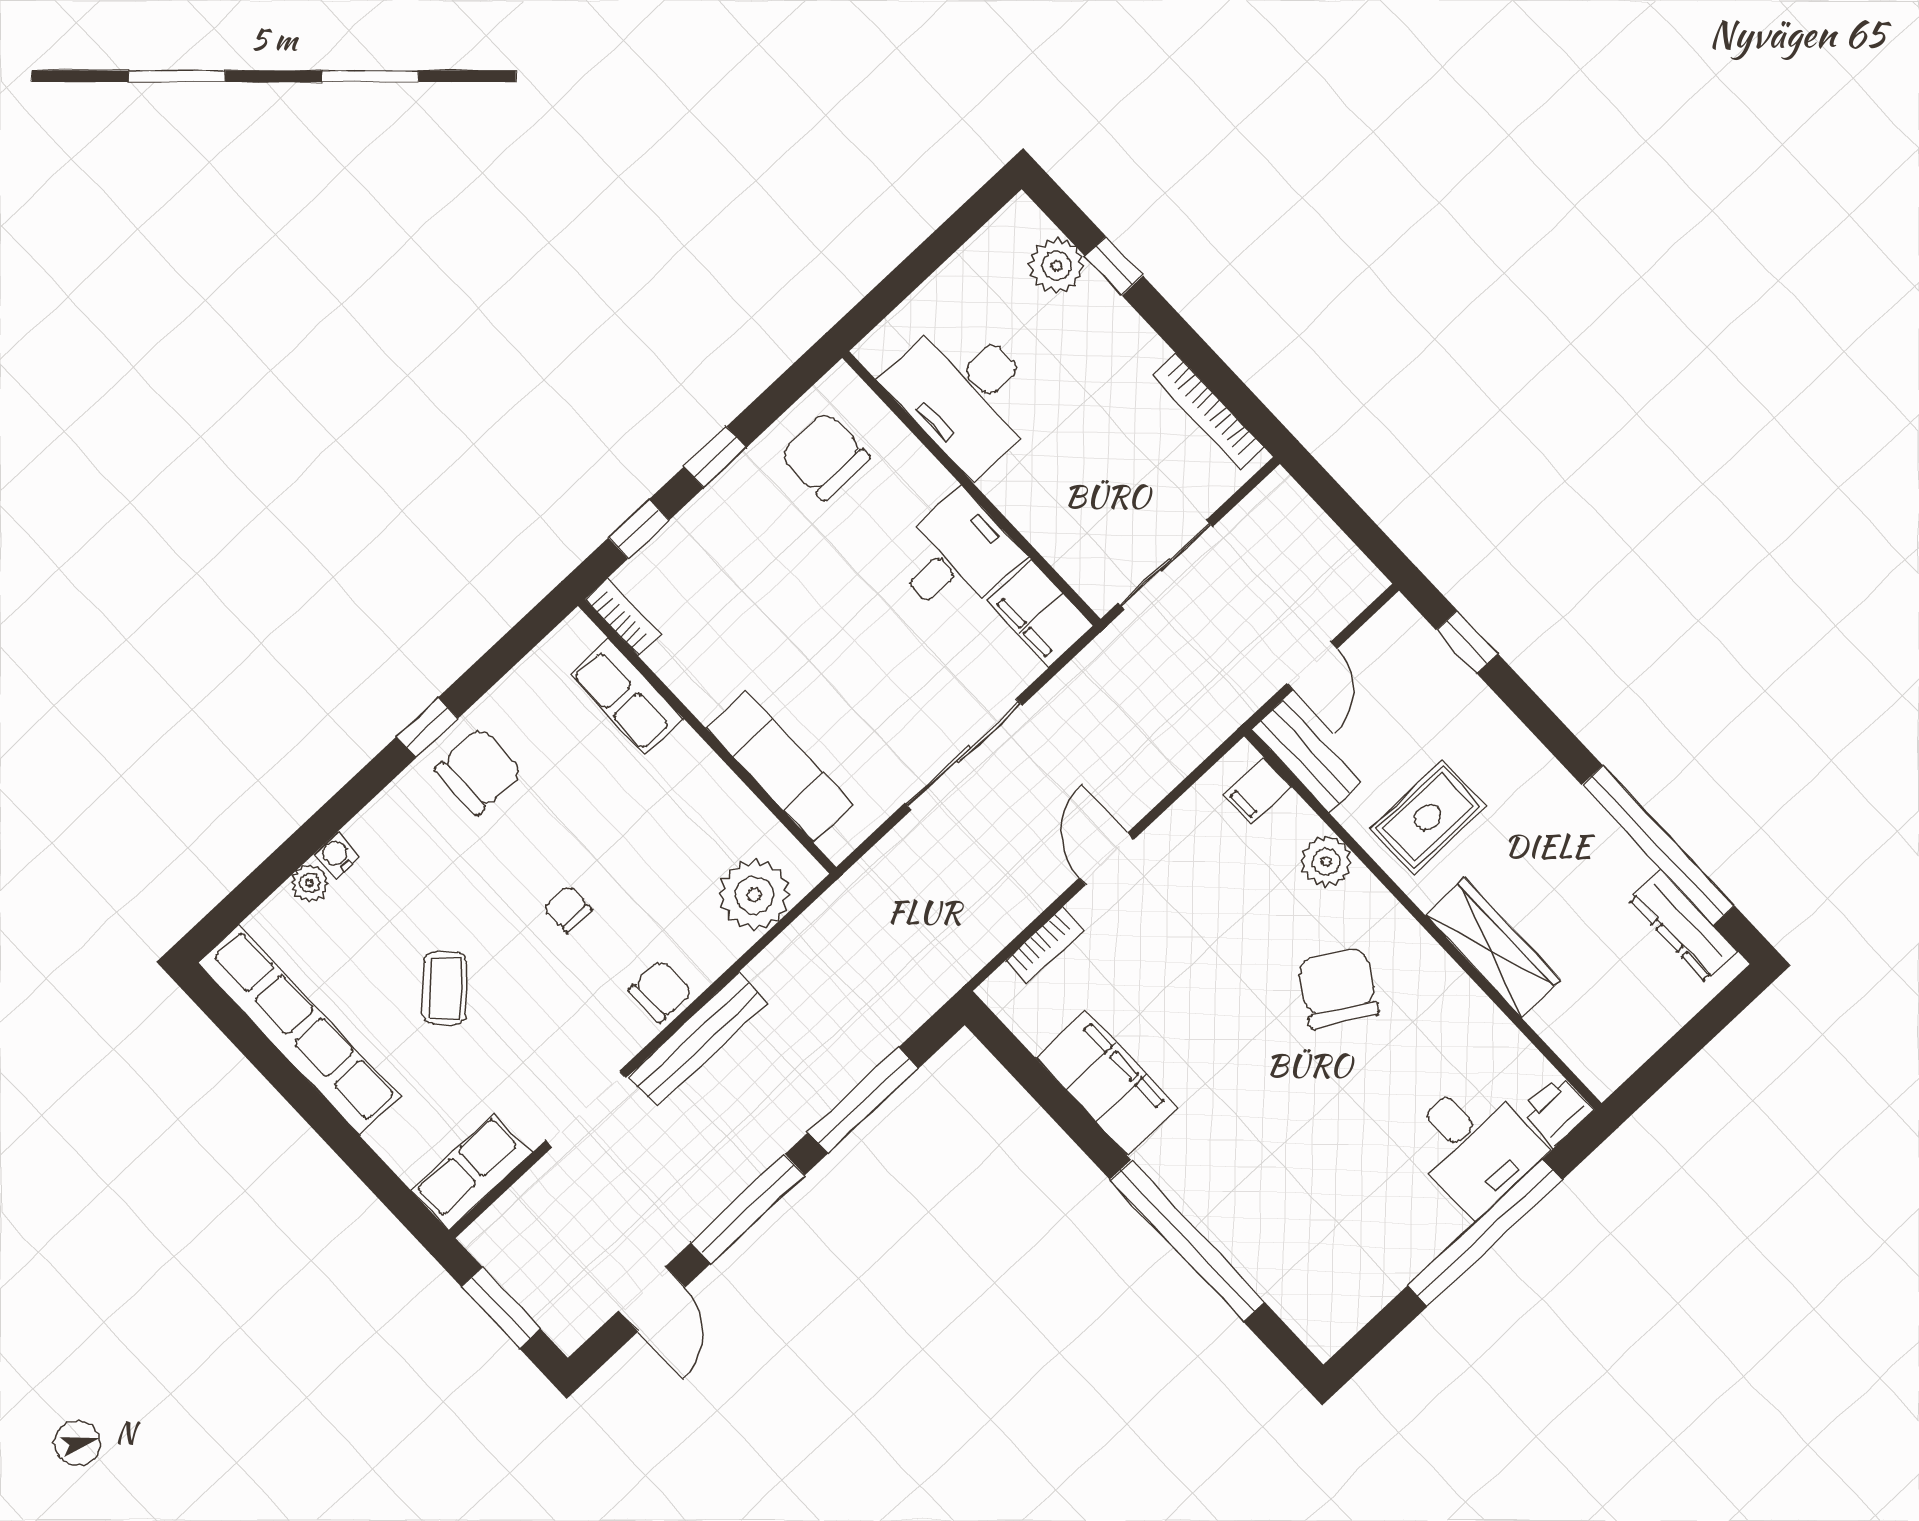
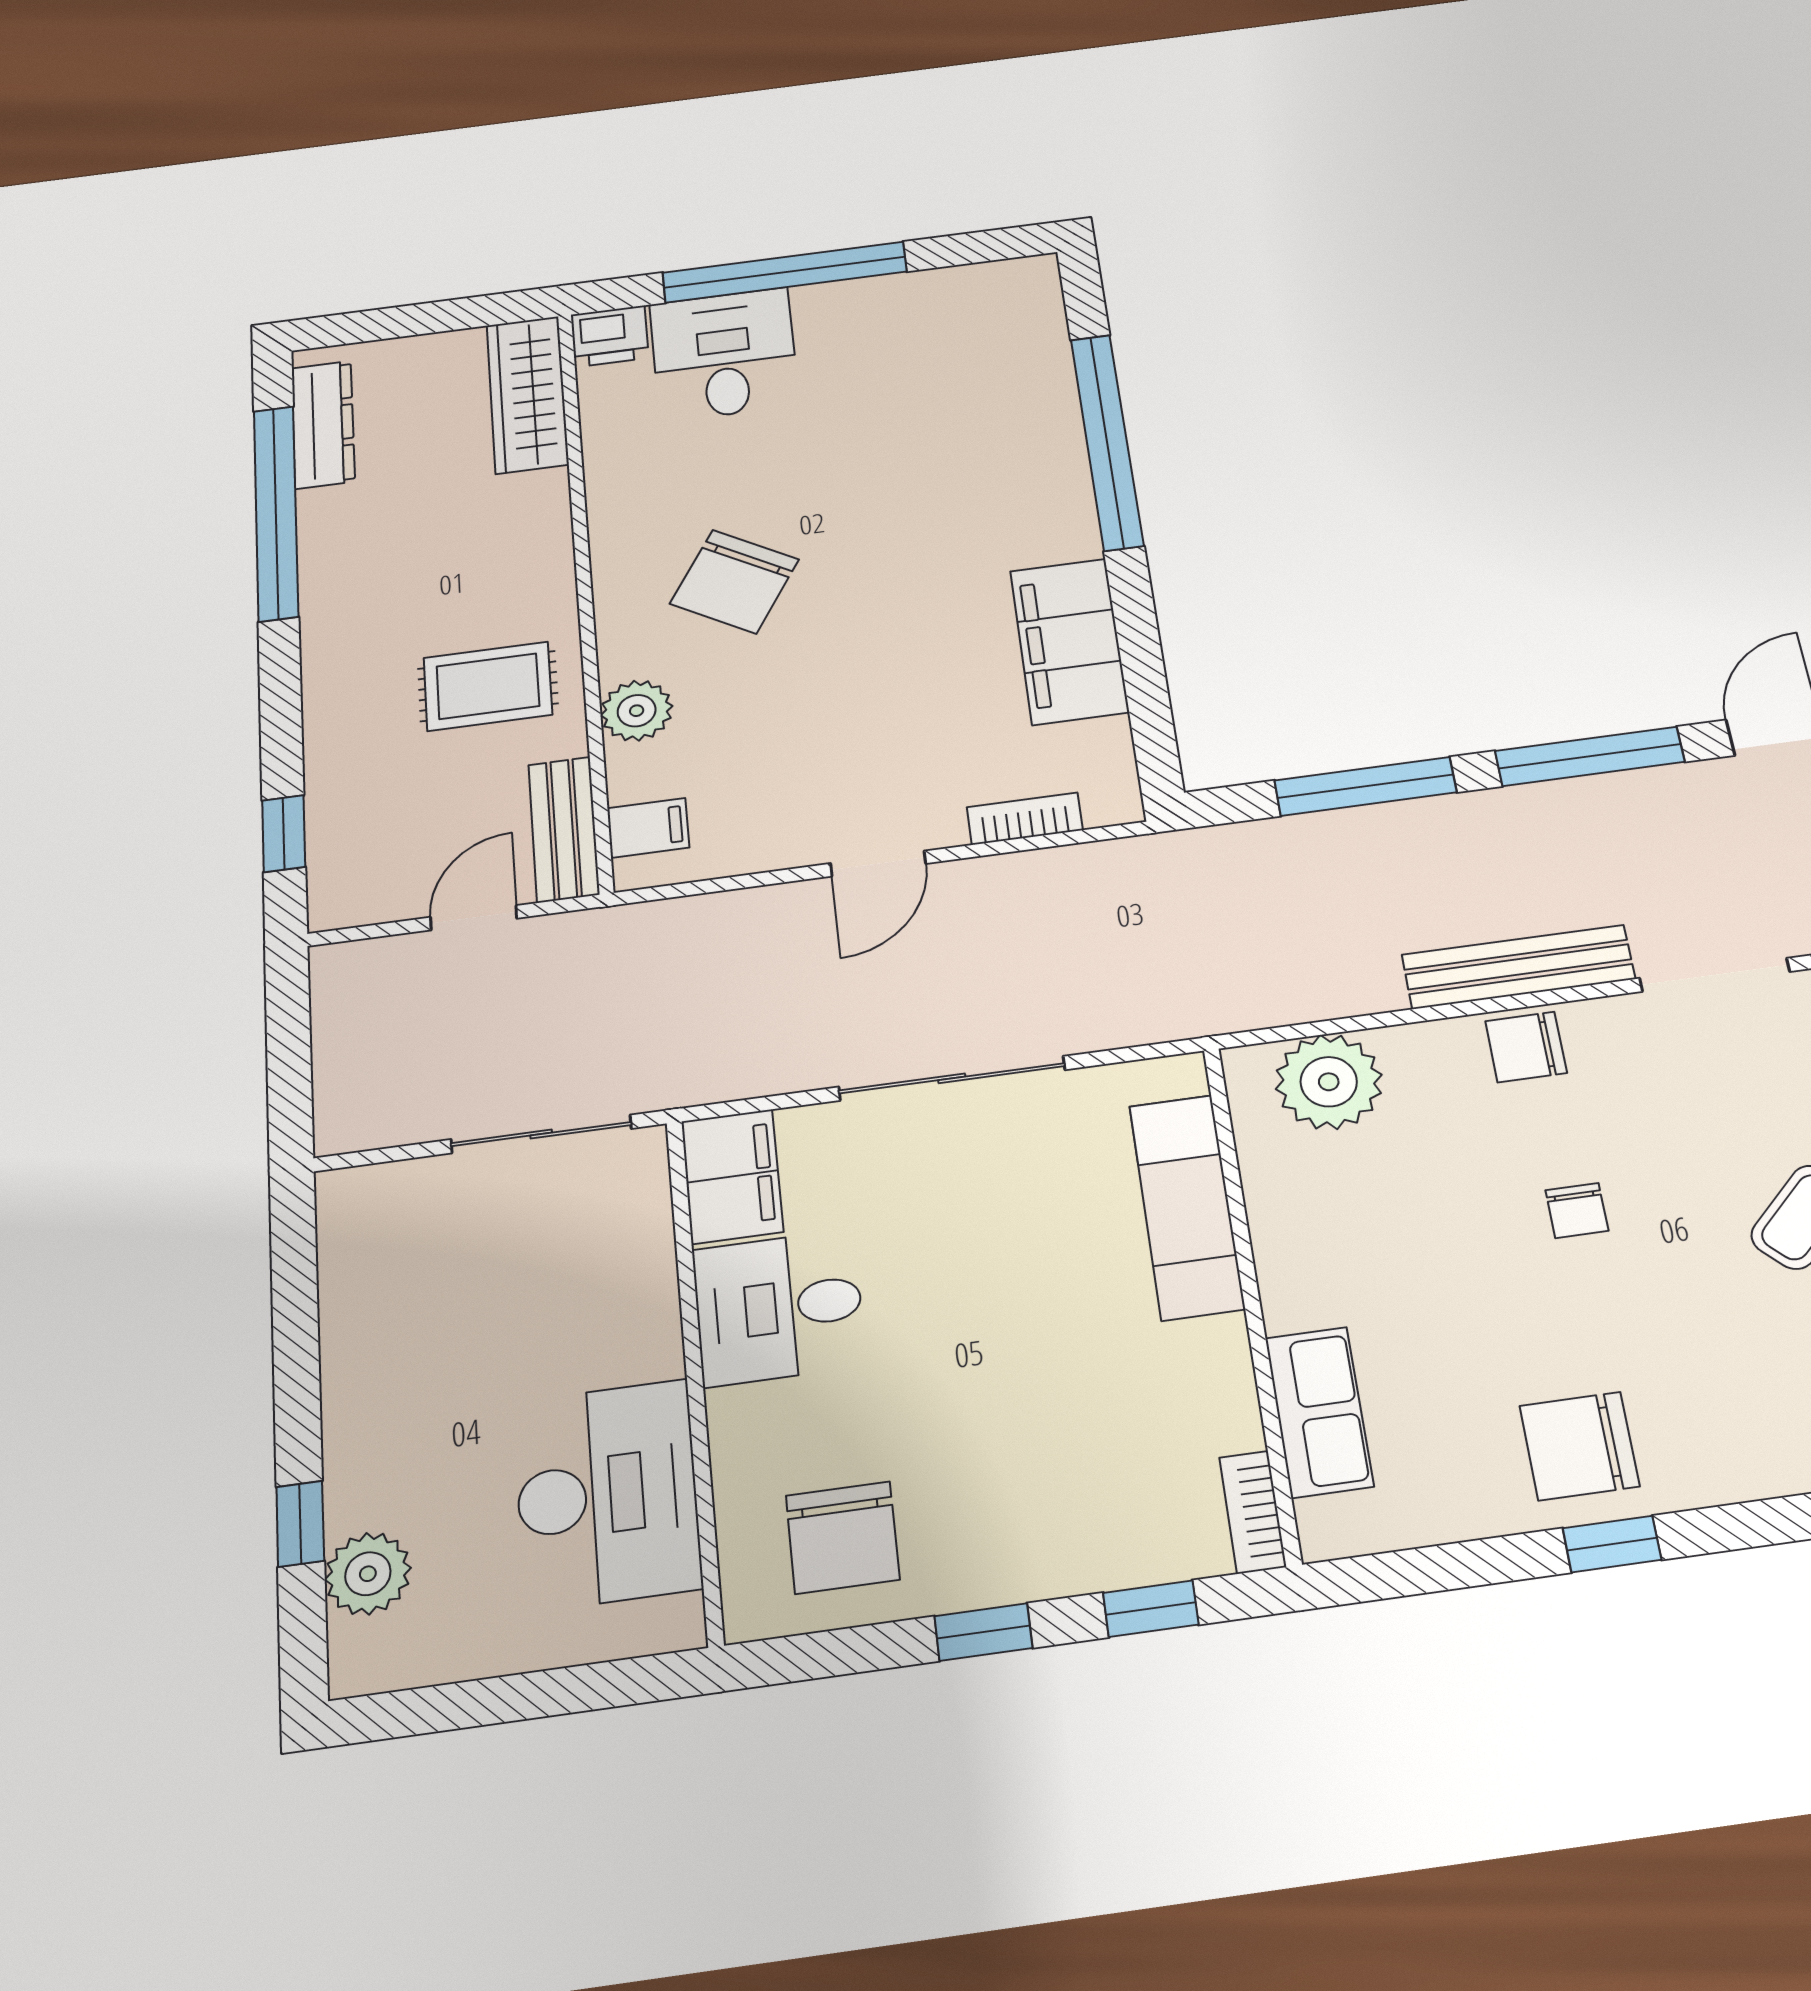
bookcase: (1208, 411) -> (341, 1274), removed
wardrobe: (1493, 947) -> (527, 394), moved

